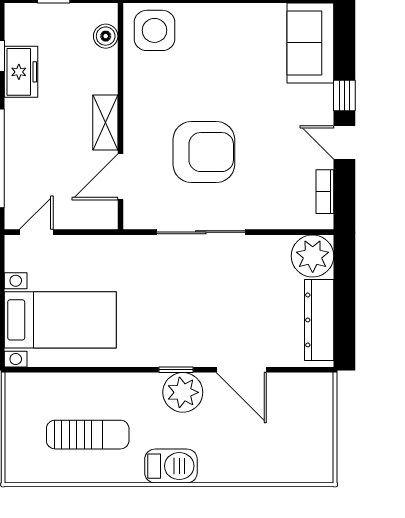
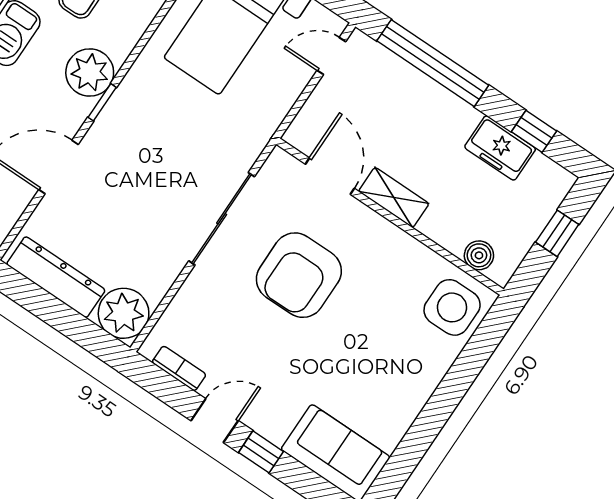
door: (36, 232) -> (331, 56), swing flipped
plant: (183, 392) -> (90, 72), moved

